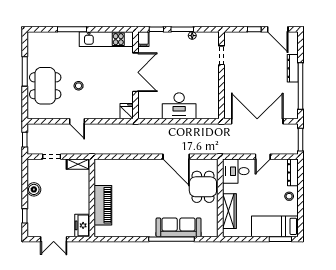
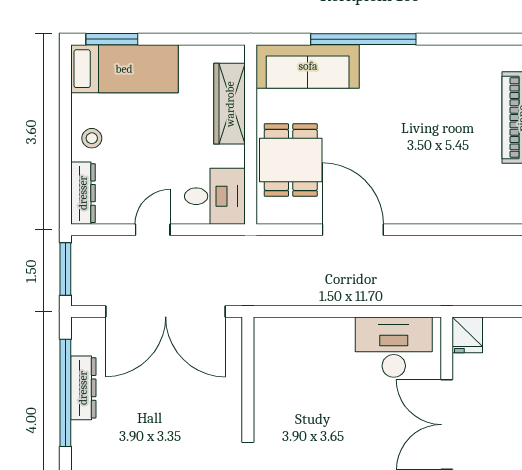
dresser: (293, 68) -> (83, 388), moved
desk: (179, 106) -> (394, 347), moved
sofa: (179, 227) -> (308, 66), moved

